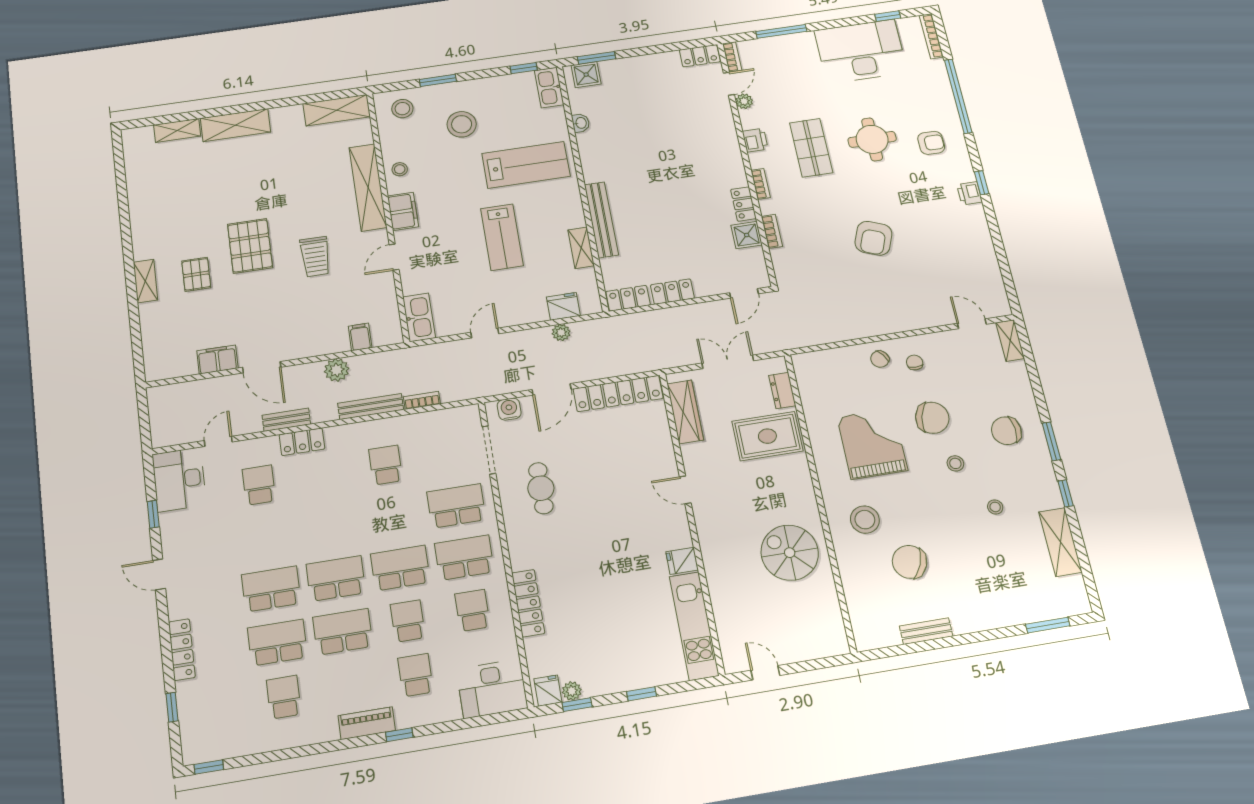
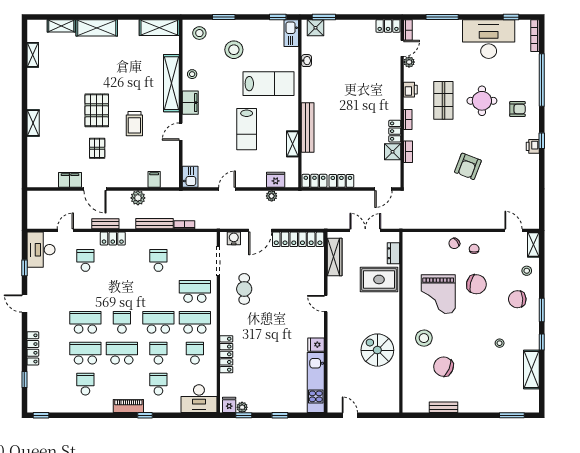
shelving: (135, 179) -> (33, 55), added
pallet: (196, 274) -> (97, 148), moved
kitchen sink: (419, 317) -> (190, 177), width x0.73
grand piano: (872, 444) -> (438, 294), turned 180
stool: (955, 463) -> (527, 271), moved
school desk: (336, 578) -> (122, 322), width x0.54

